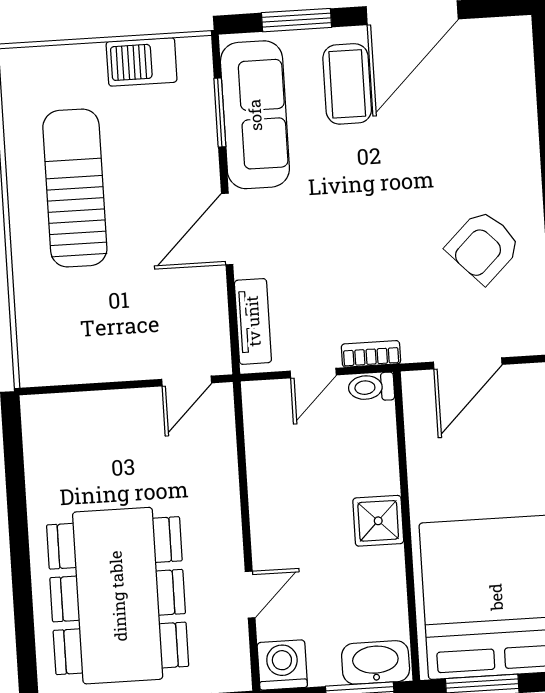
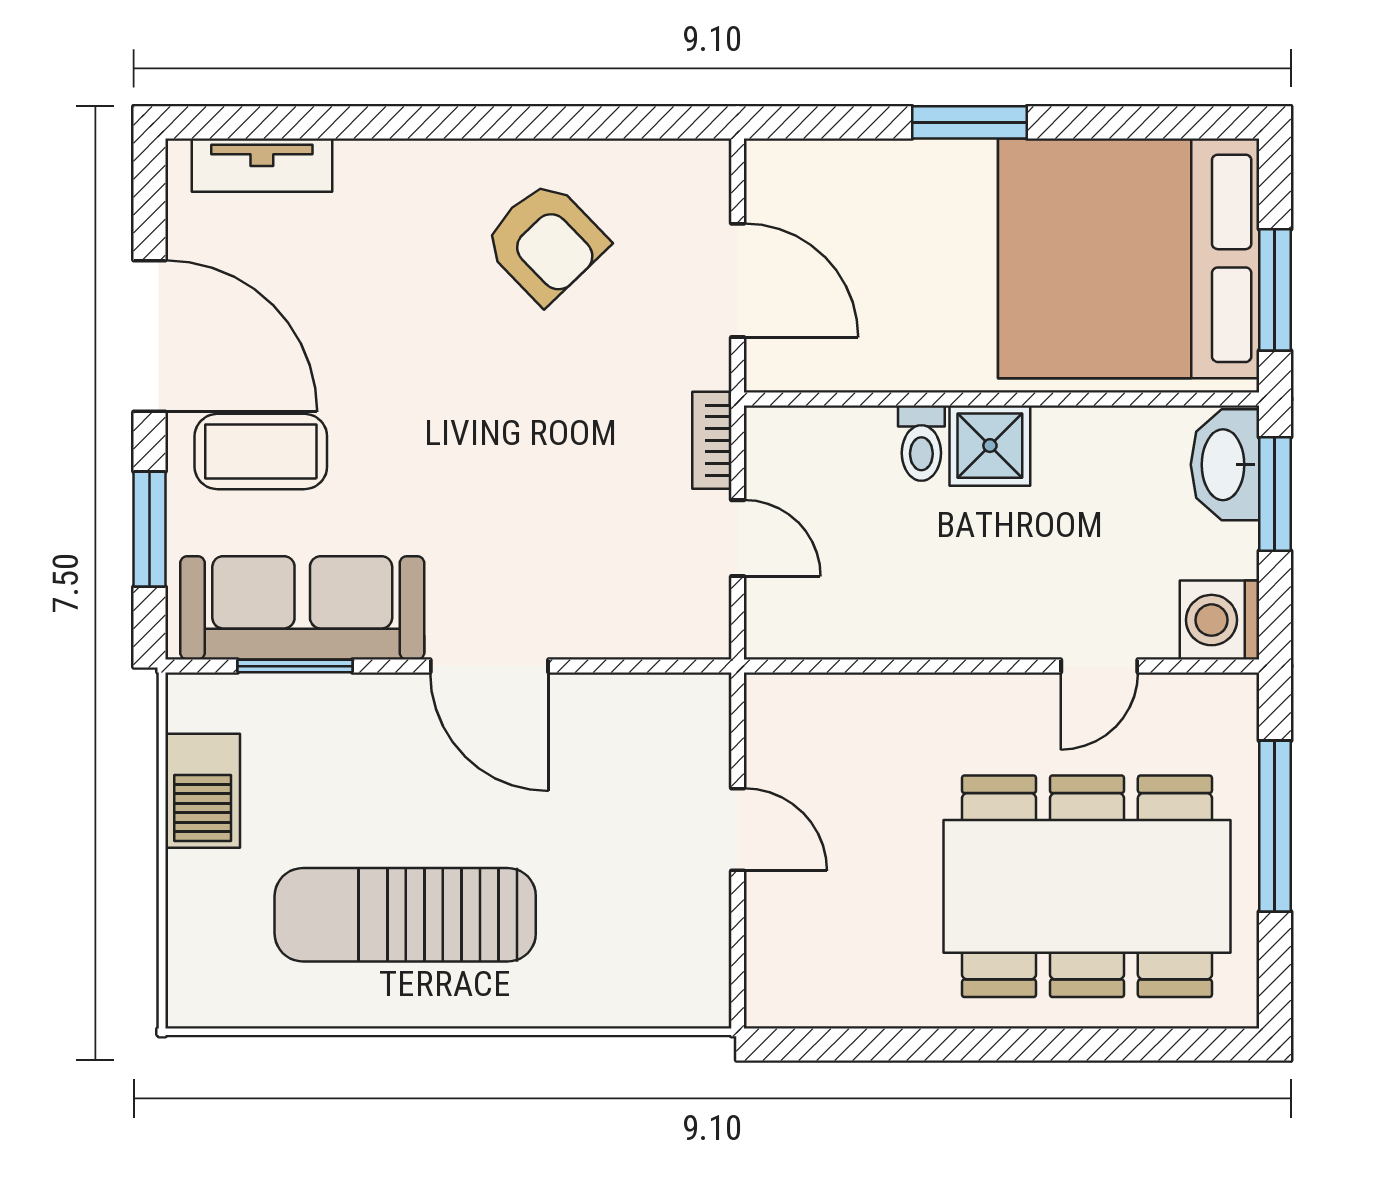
tv unit: (253, 321) -> (262, 165), moved, turned 180
door: (187, 381) -> (738, 830), moved
toilet: (371, 387) -> (921, 443), moved
door: (250, 595) -> (1099, 666), swing flipped

